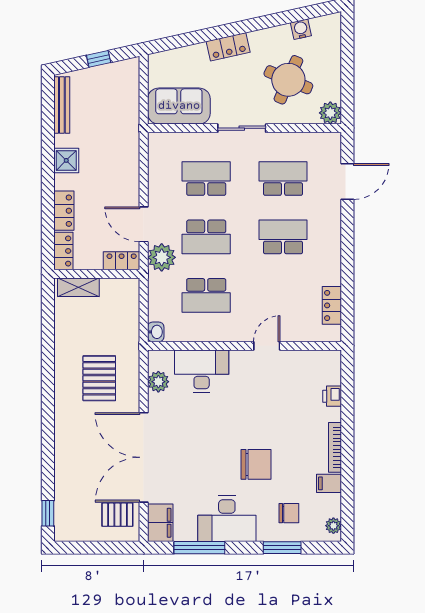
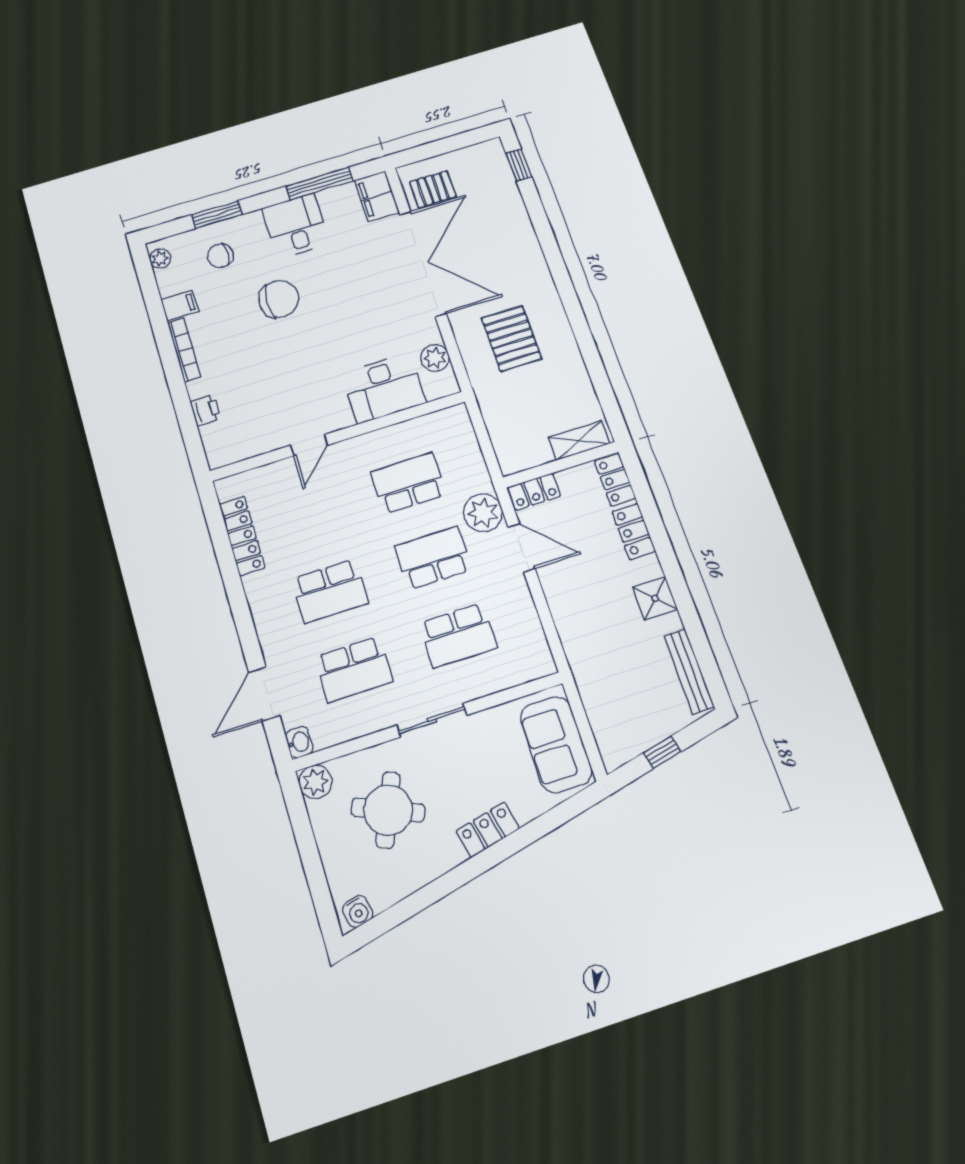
water cooler: (301, 29) -> (358, 911), moved
sofa: (179, 106) -> (556, 745), moved, turned 90
locker: (332, 305) -> (242, 536), width x1.53
washbasin: (156, 332) -> (299, 742), moved, turned 180
chair: (256, 464) -> (279, 299), turned 180
desk: (227, 519) -> (296, 226), width x0.73

